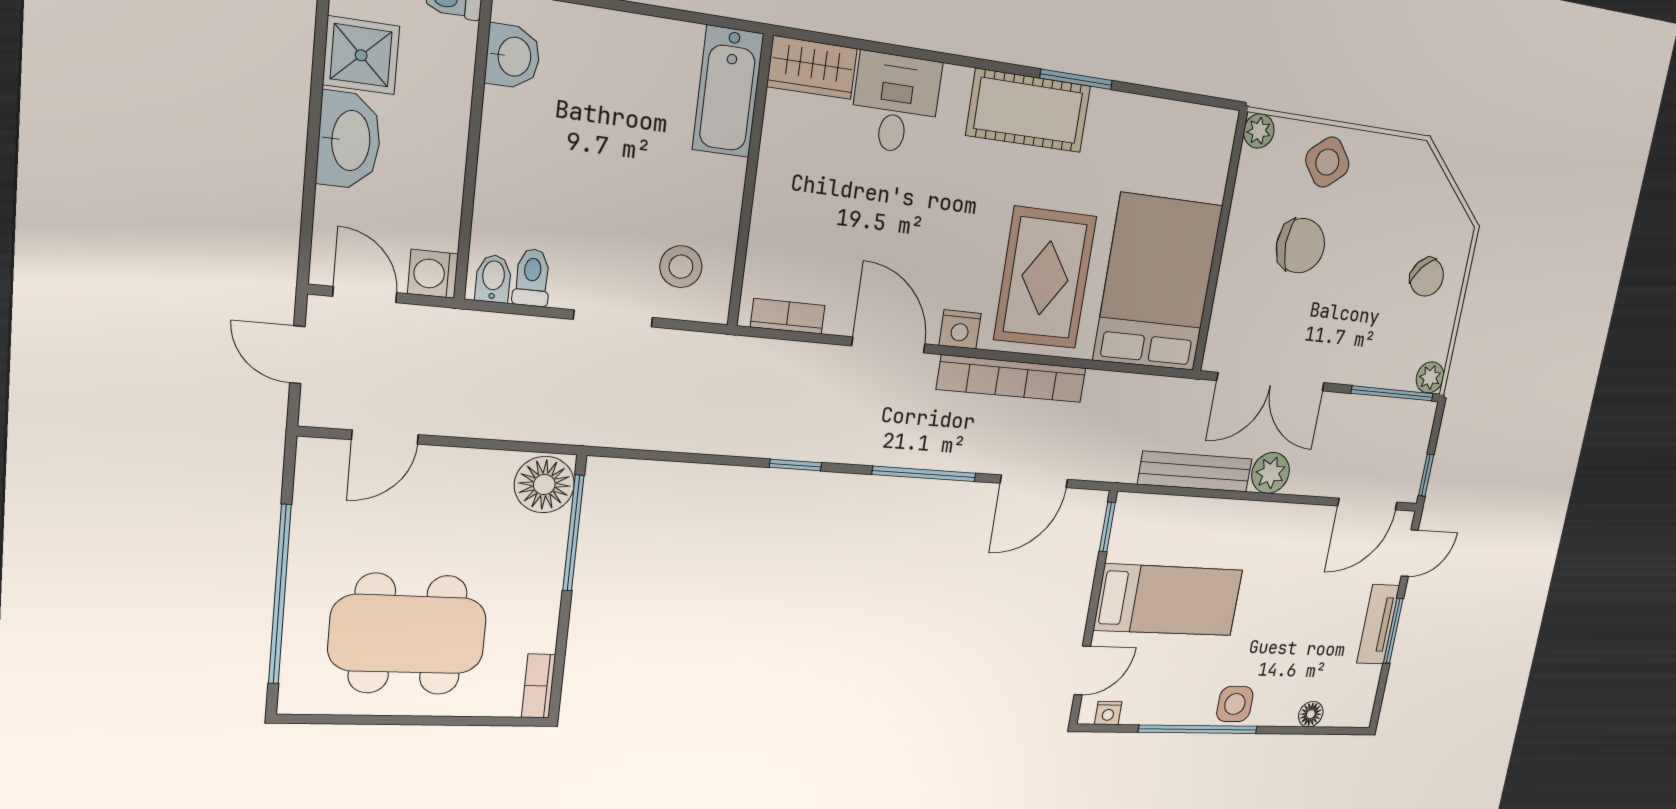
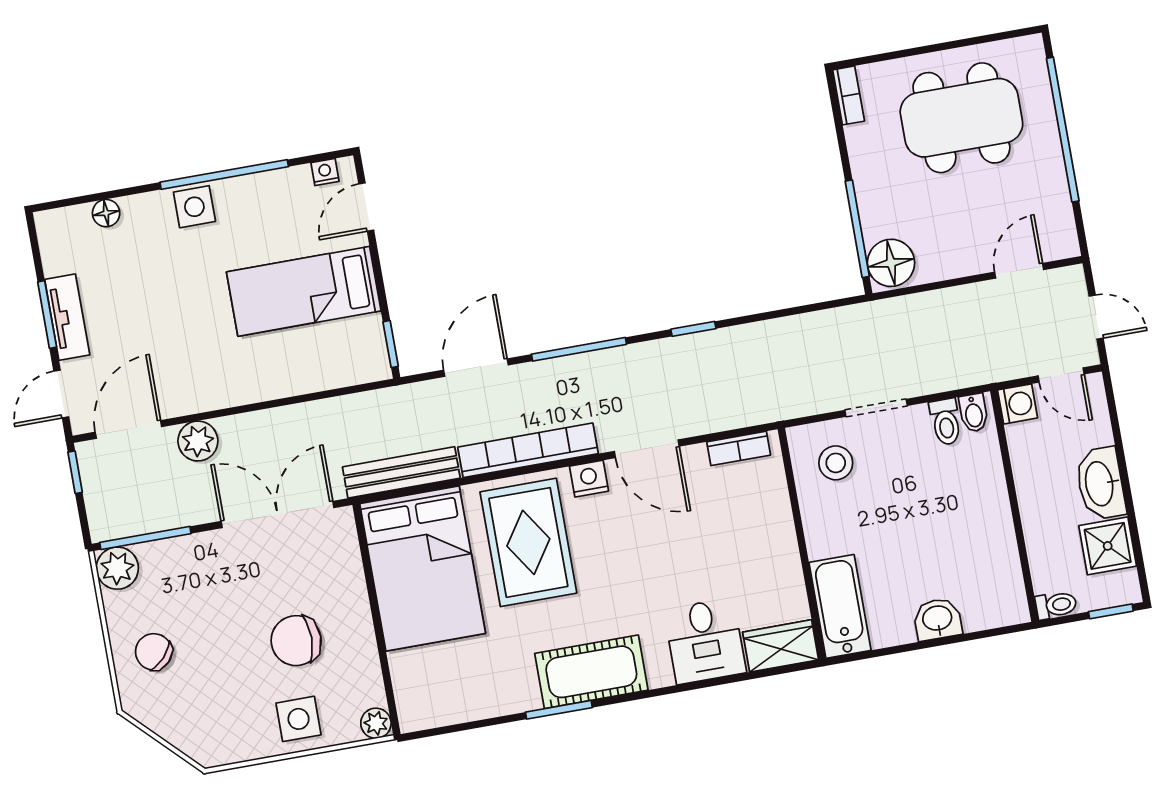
washbasin: (513, 56) -> (937, 619), moved, turned 90
side table: (1327, 162) -> (299, 719), turned 38
plant: (1430, 377) -> (117, 568), width x1.38, depth x1.38
bench: (1195, 472) -> (401, 472), moved
plant: (1271, 473) -> (198, 441), moved

